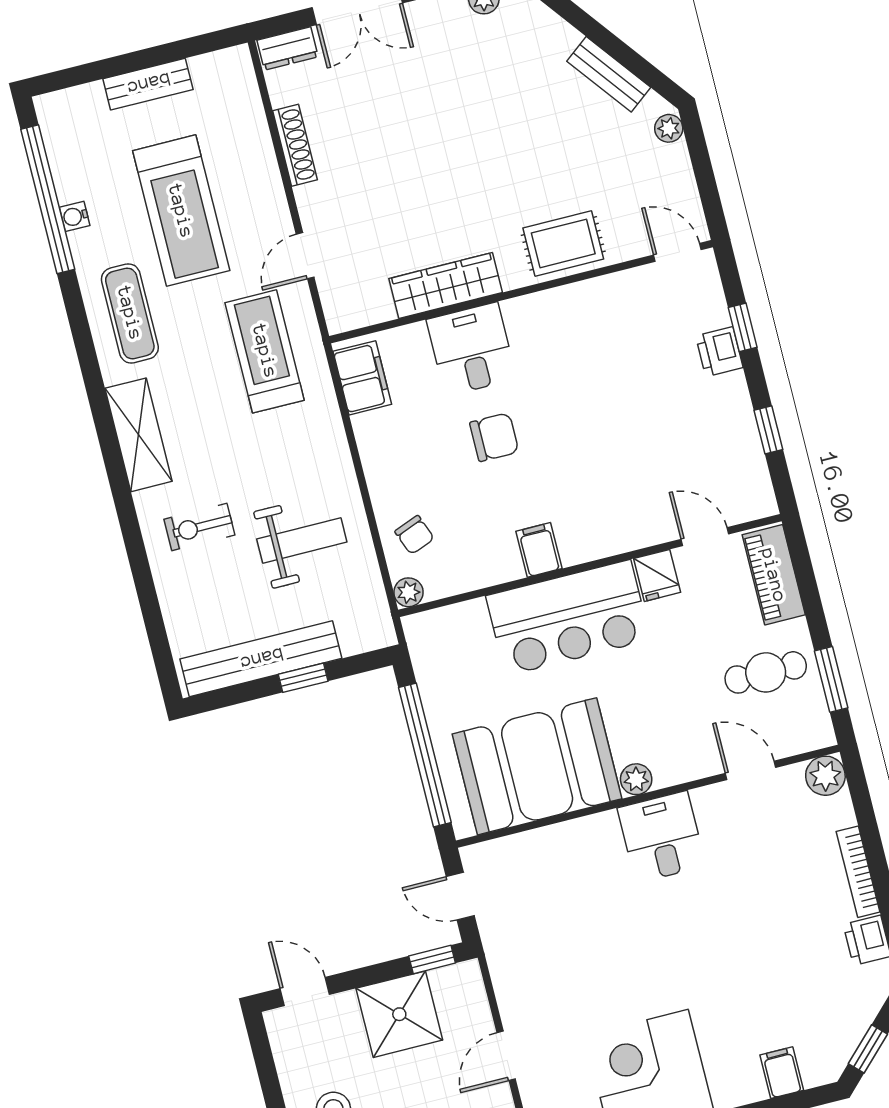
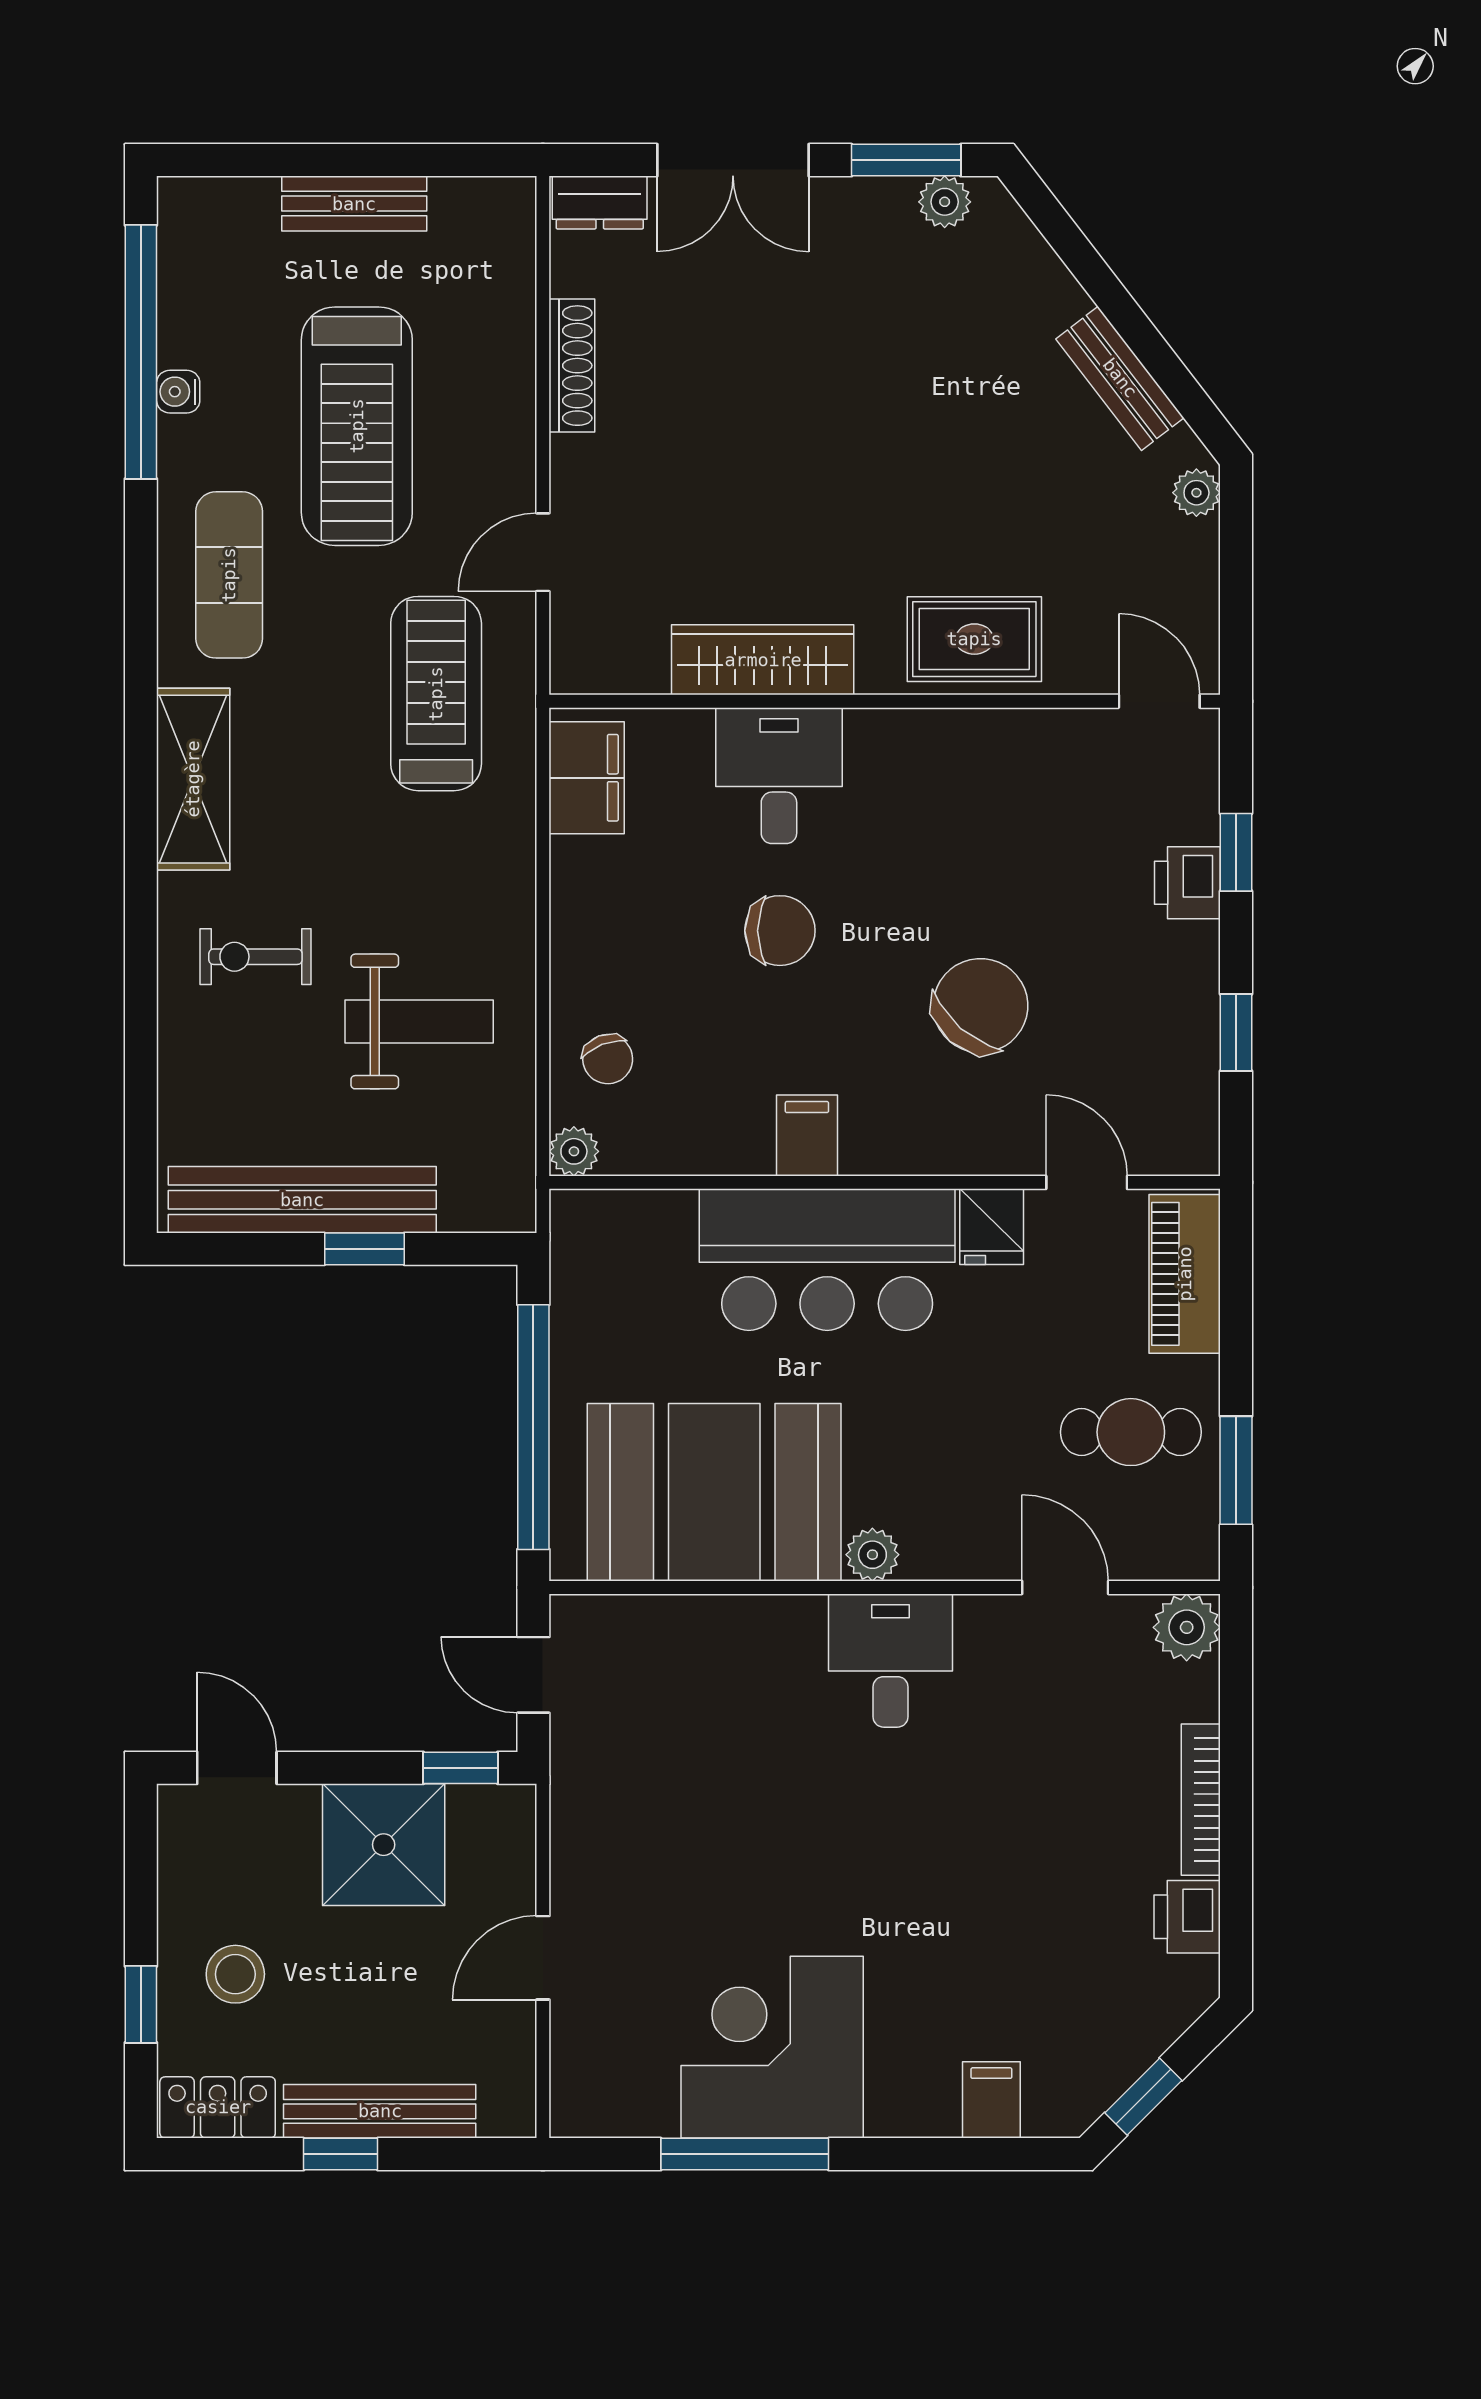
chair: (619, 451) -> (981, 1006), added

